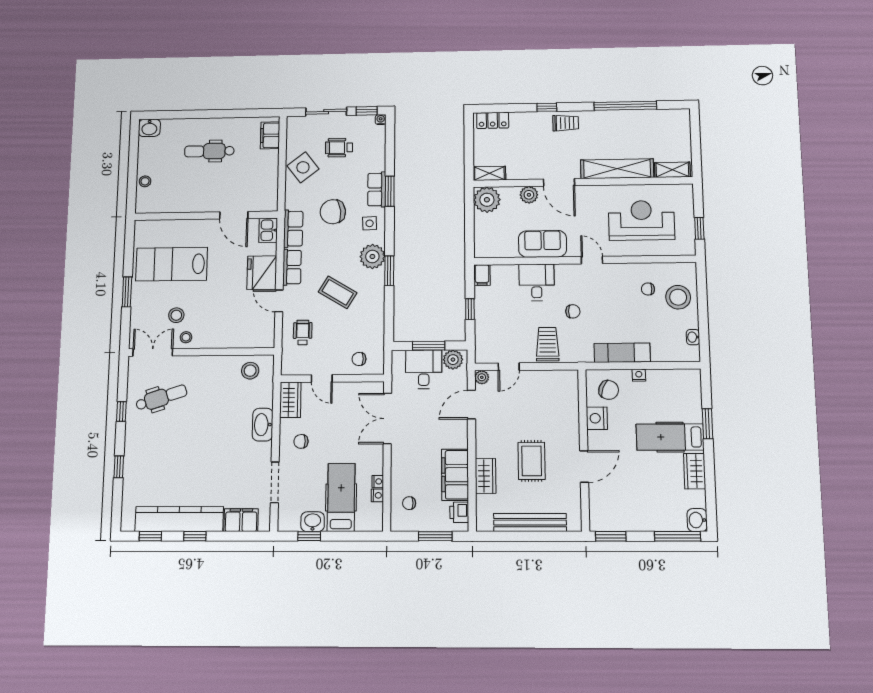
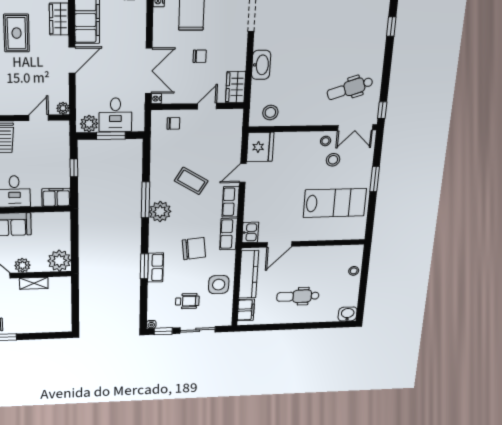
locker: (493, 120) -> (55, 326), removed
dental chair: (209, 151) -> (298, 296), turned 180
side table: (303, 167) -> (219, 285), turned 38
shelving: (489, 173) -> (34, 283), moved
kitchen counter: (268, 179) -> (249, 274), added
door: (234, 215) -> (279, 244), swing flipped
side table: (370, 223) -> (162, 239), removed
window: (389, 271) -> (145, 200), width x1.44
fridge: (262, 273) -> (260, 147), moved
filing cabinet: (482, 275) -> (56, 197), width x2.00
door: (279, 301) -> (243, 173), swing flipped
wheelchair: (303, 332) -> (223, 146), removed
door: (322, 378) -> (207, 106), hinge flipped
door: (471, 405) -> (72, 60), moved
window: (121, 411) -> (382, 110), moved
chair: (301, 441) -> (200, 56), moved
nightstand: (378, 481) -> (156, 99), moved

